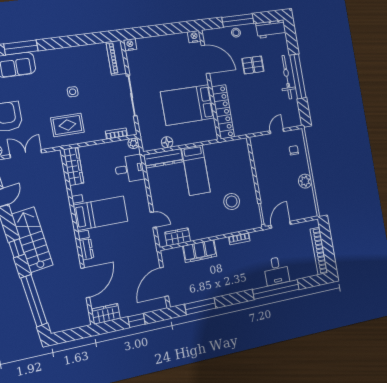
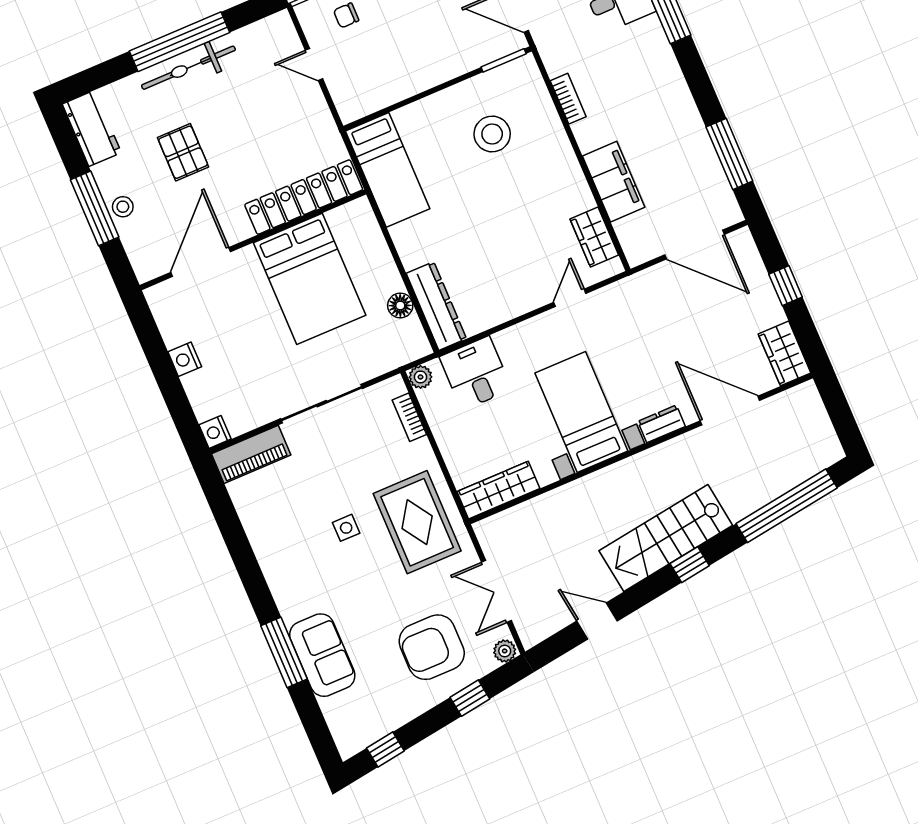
nightstand: (194, 37) -> (185, 359), moved
rug: (67, 125) -> (417, 522), width x1.36, depth x1.43
bed: (196, 170) -> (388, 170), moved, turned 90

